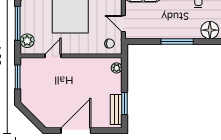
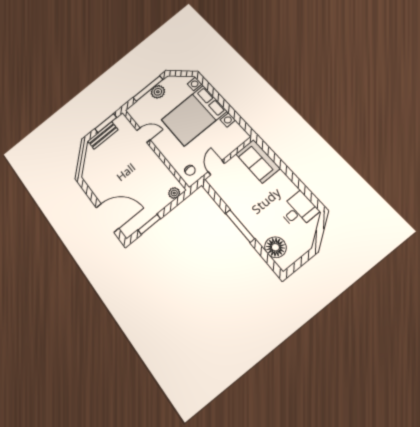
plant: (27, 41) -> (158, 92), moved
bench: (116, 110) -> (103, 135), moved
door: (76, 131) -> (107, 218), moved

